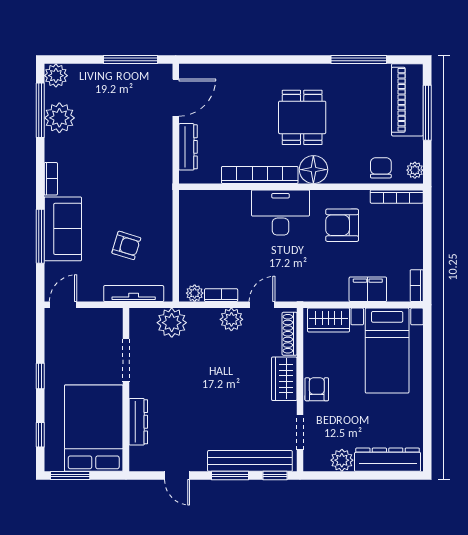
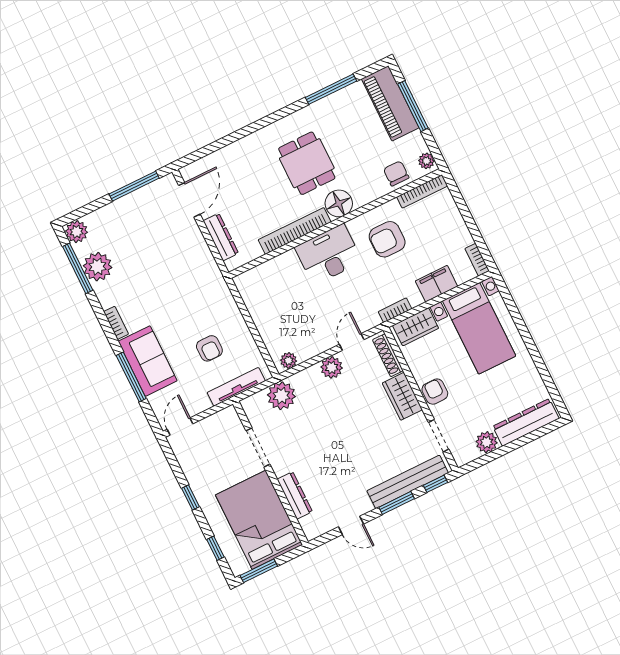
armchair: (126, 245) -> (209, 348), turned 73
bookcase: (221, 295) -> (395, 310), moved

